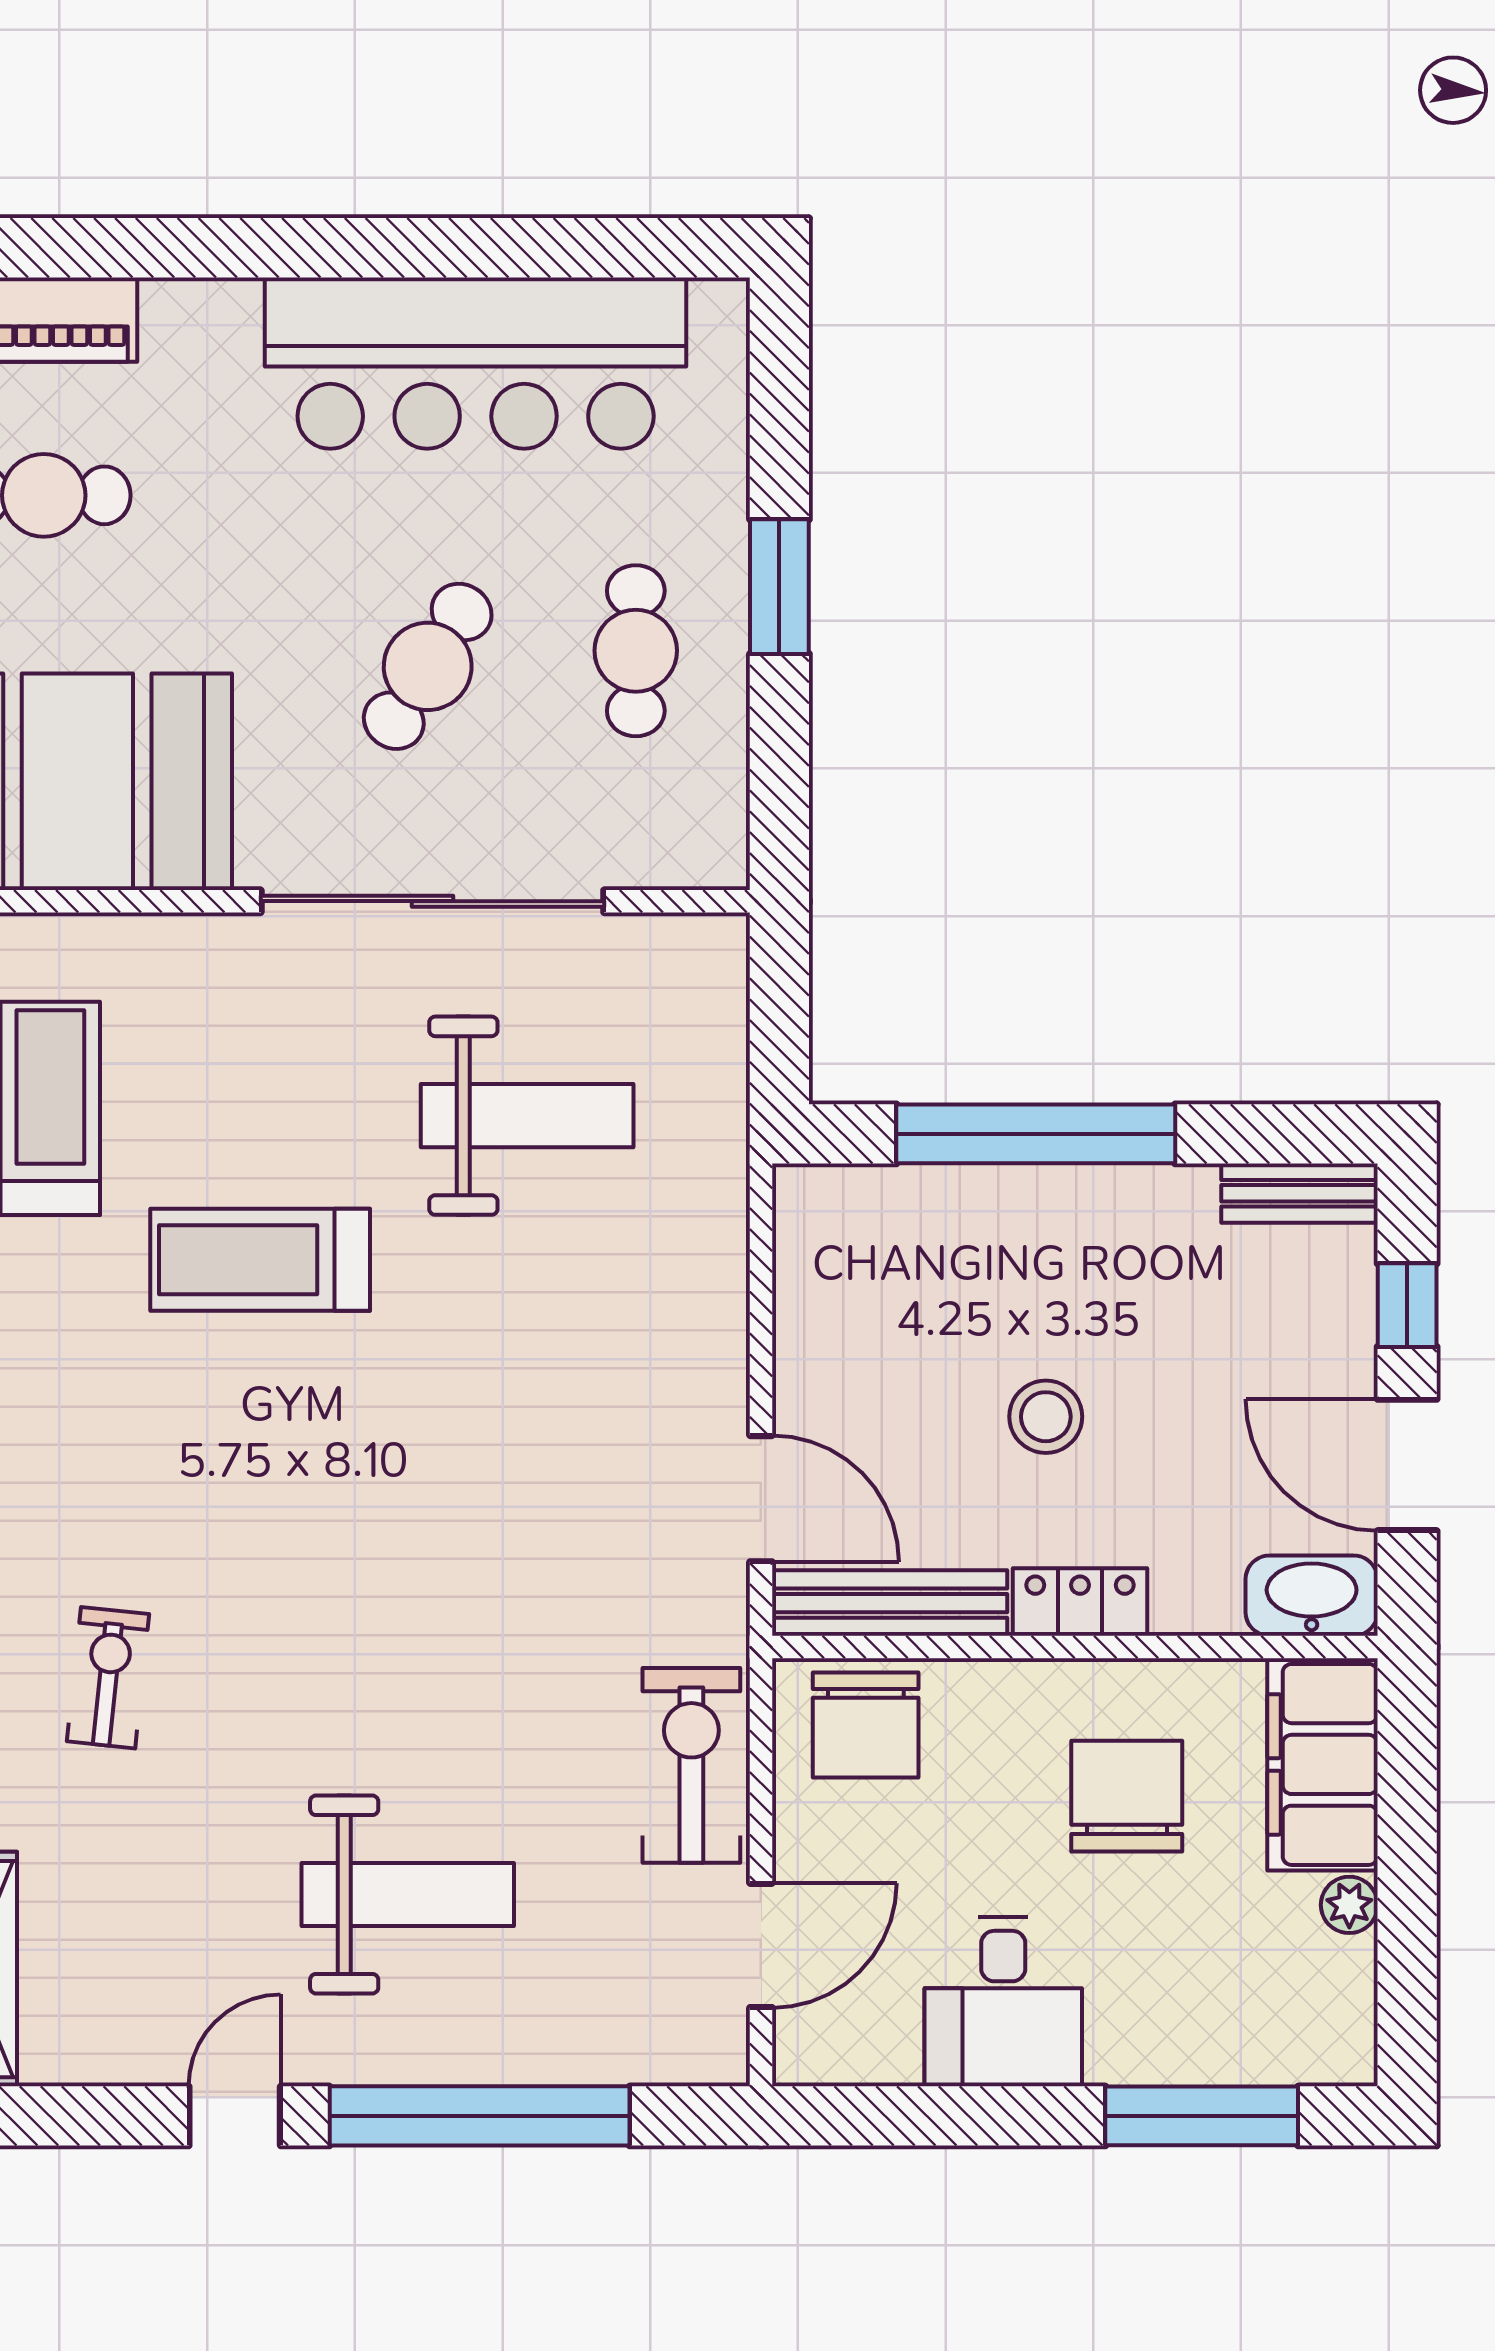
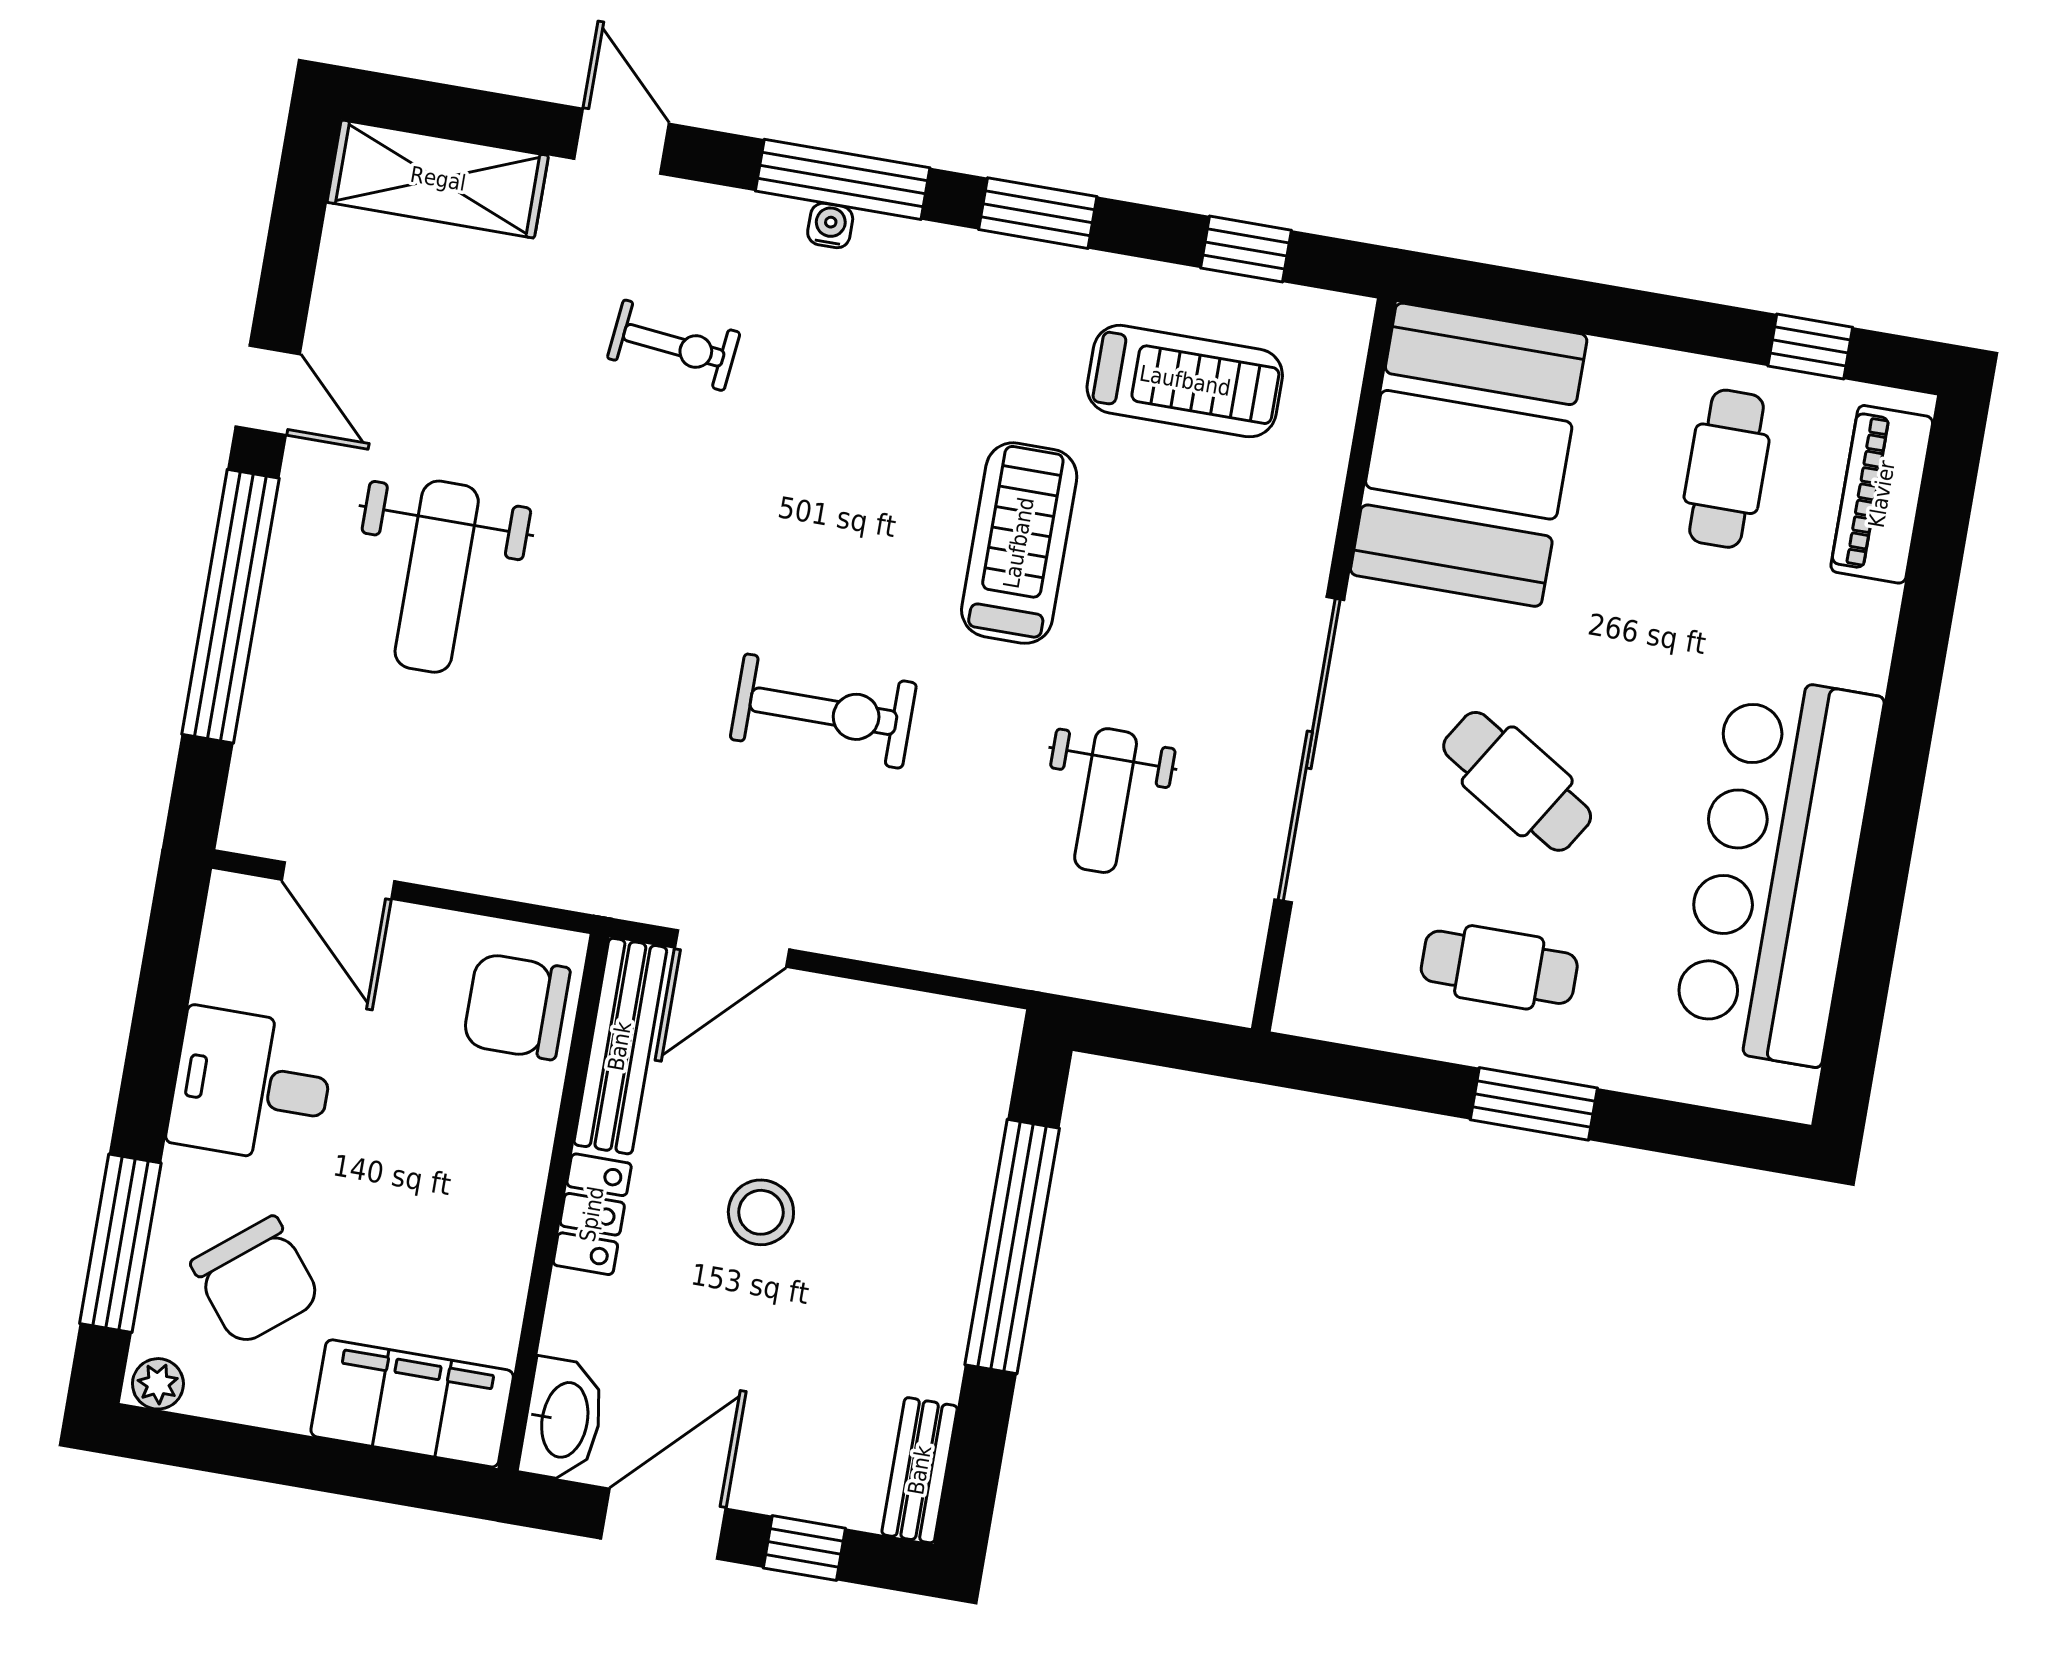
weight bench: (527, 1116) -> (1106, 801), width x0.73, depth x0.75
exercise bike: (691, 1765) -> (823, 711), moved
chair: (1127, 1796) -> (256, 1281), moved, turned 51
plant: (1349, 1905) -> (158, 1384), moved

